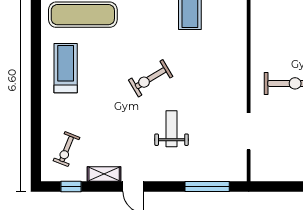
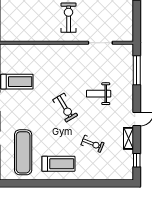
treadmill: (66, 68) -> (58, 164), turned 180
exercise bike: (66, 149) -> (92, 144), moved

